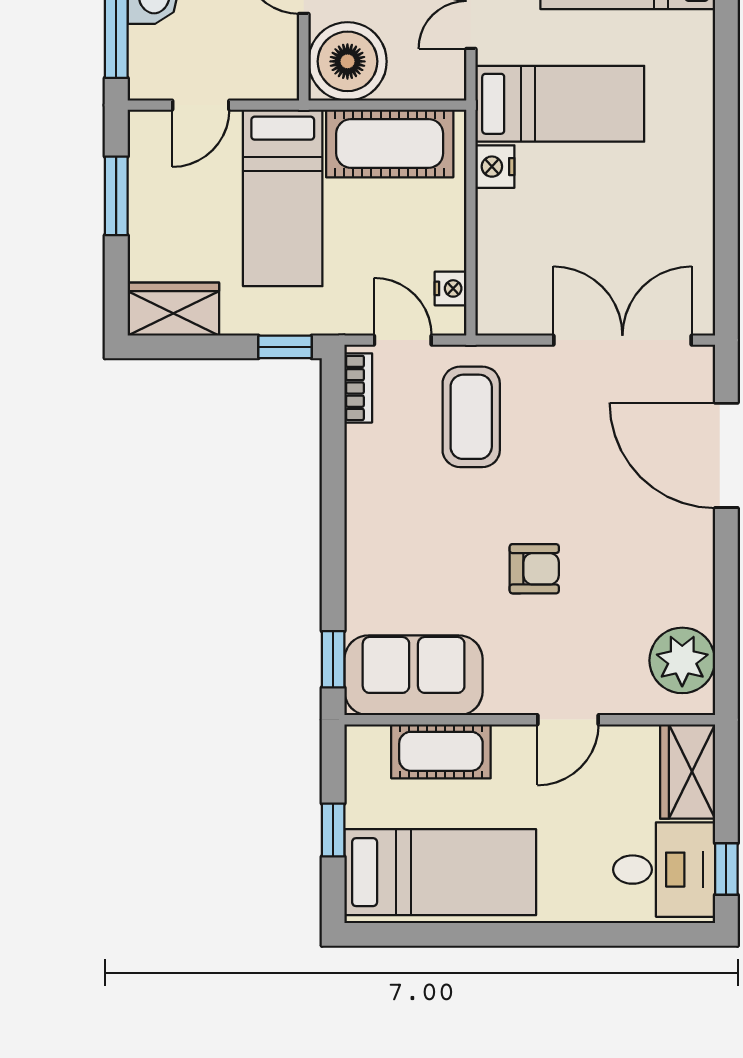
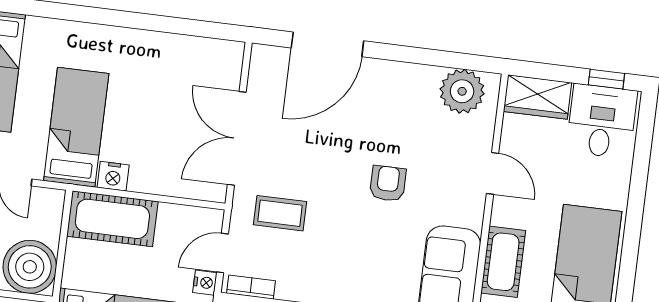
cot: (390, 143) -> (112, 219), moved, turned 90
nightstand: (451, 288) -> (205, 283), moved, turned 90
double door: (622, 340) -> (237, 138), moved
coffee table: (471, 417) -> (280, 213), width x0.73, depth x0.77

